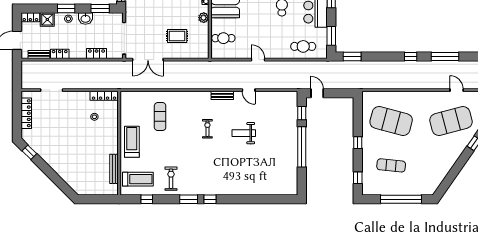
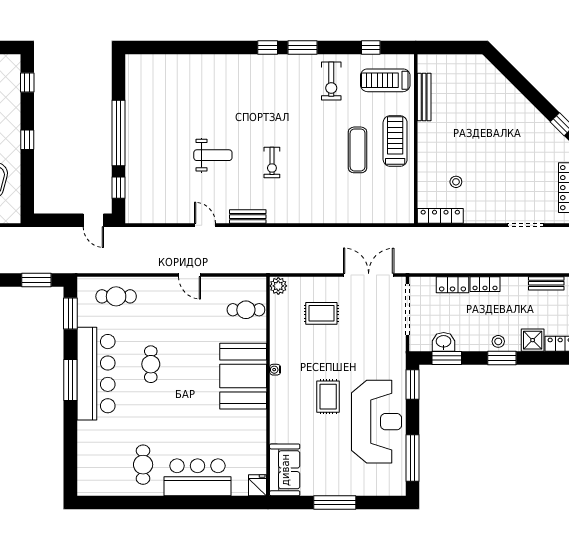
washbasin: (85, 18) -> (444, 342), moved
plant: (204, 18) -> (278, 286), moved
locker: (60, 54) -> (485, 284), moved
exercise mat: (160, 117) -> (358, 150), moved
treadmill: (132, 142) -> (395, 141), turned 180

